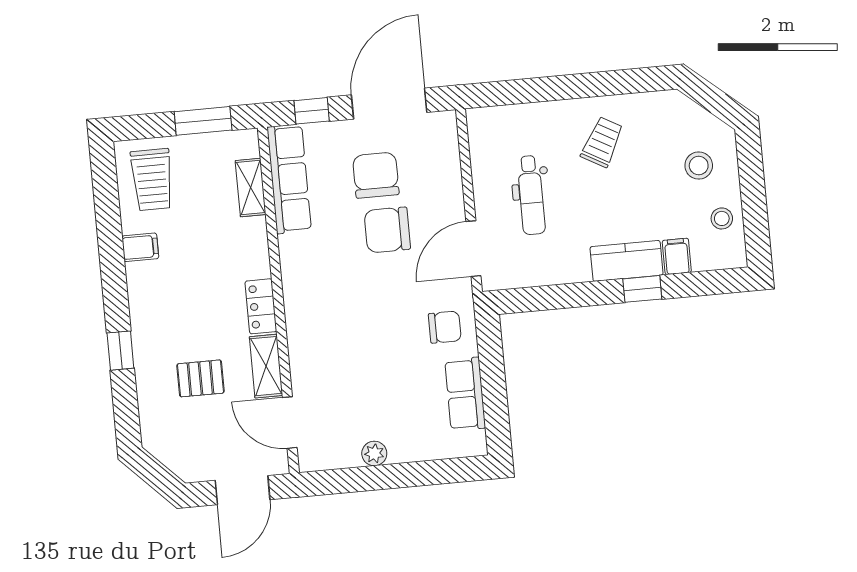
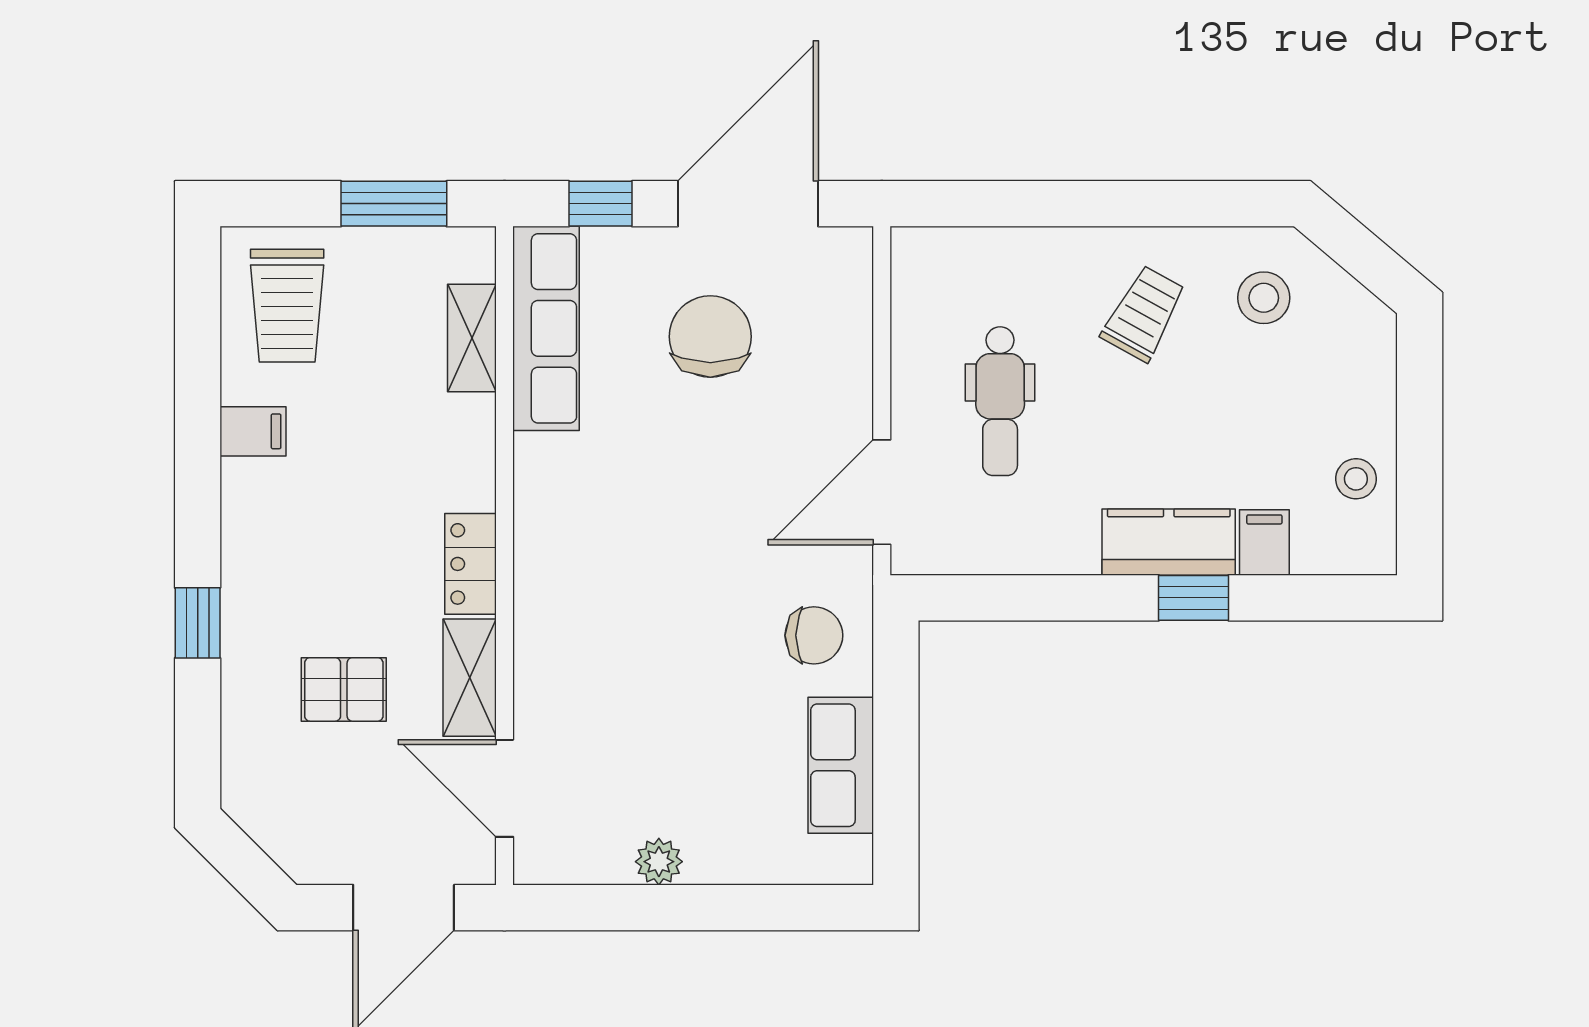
stool: (699, 166) -> (1264, 298), moved
chair: (387, 230) -> (722, 442), removed

